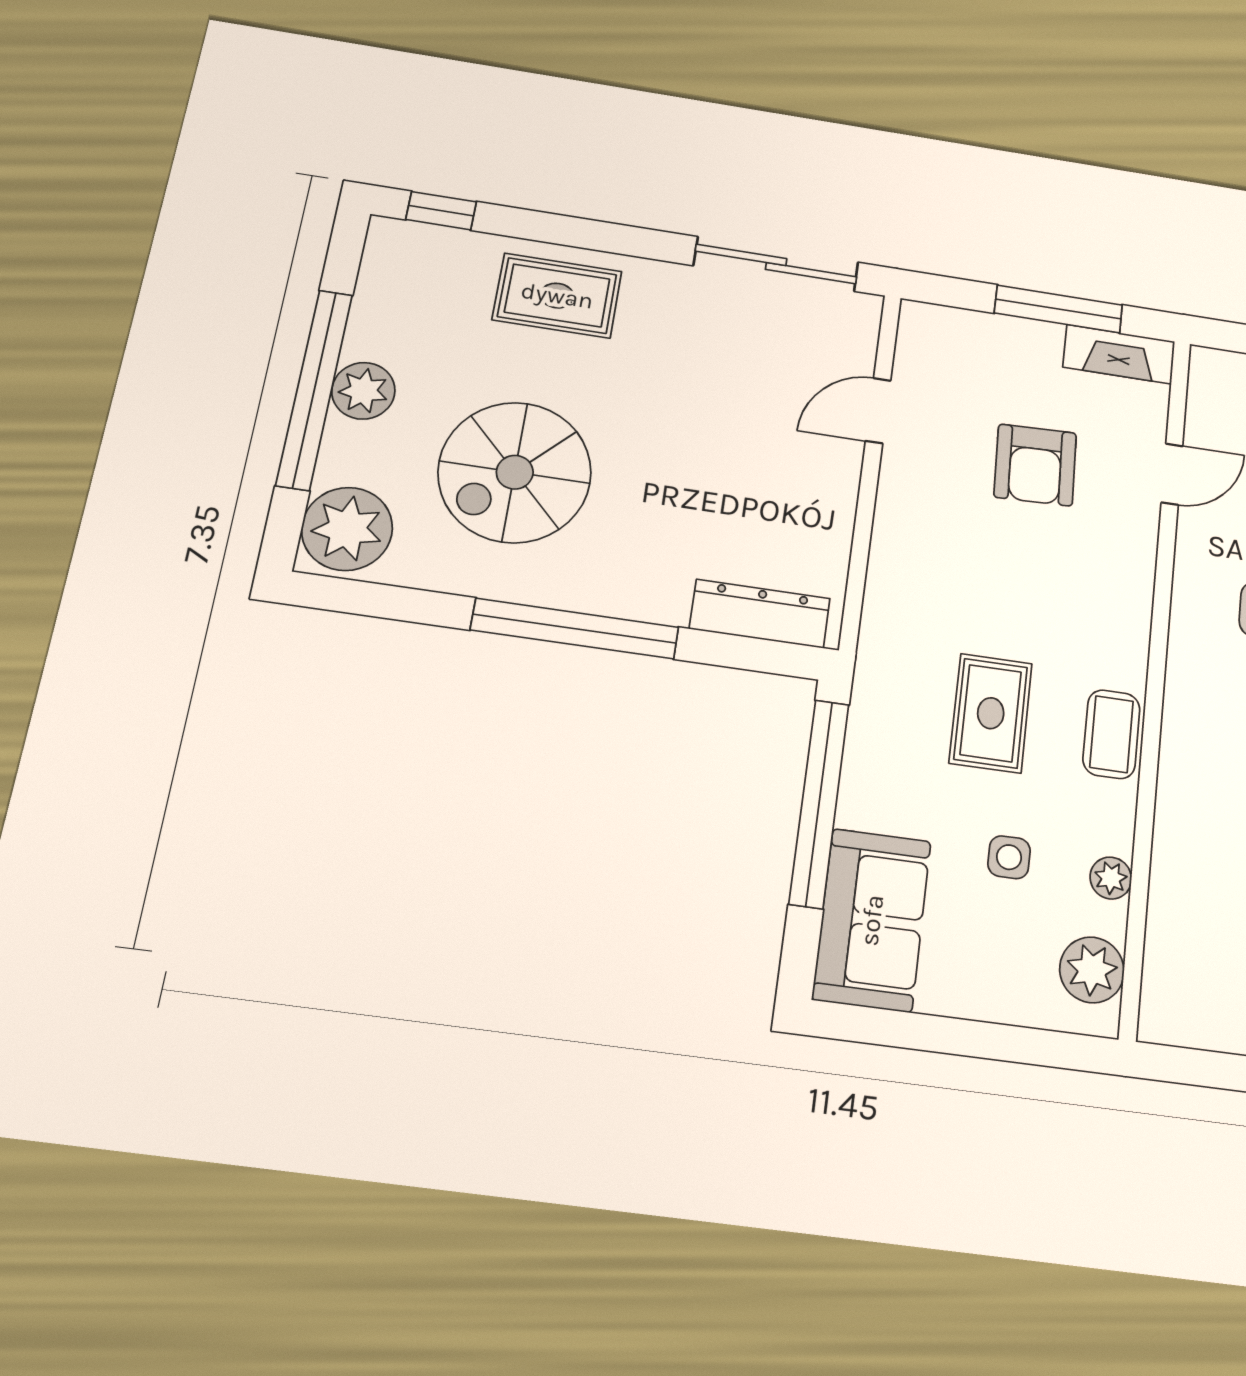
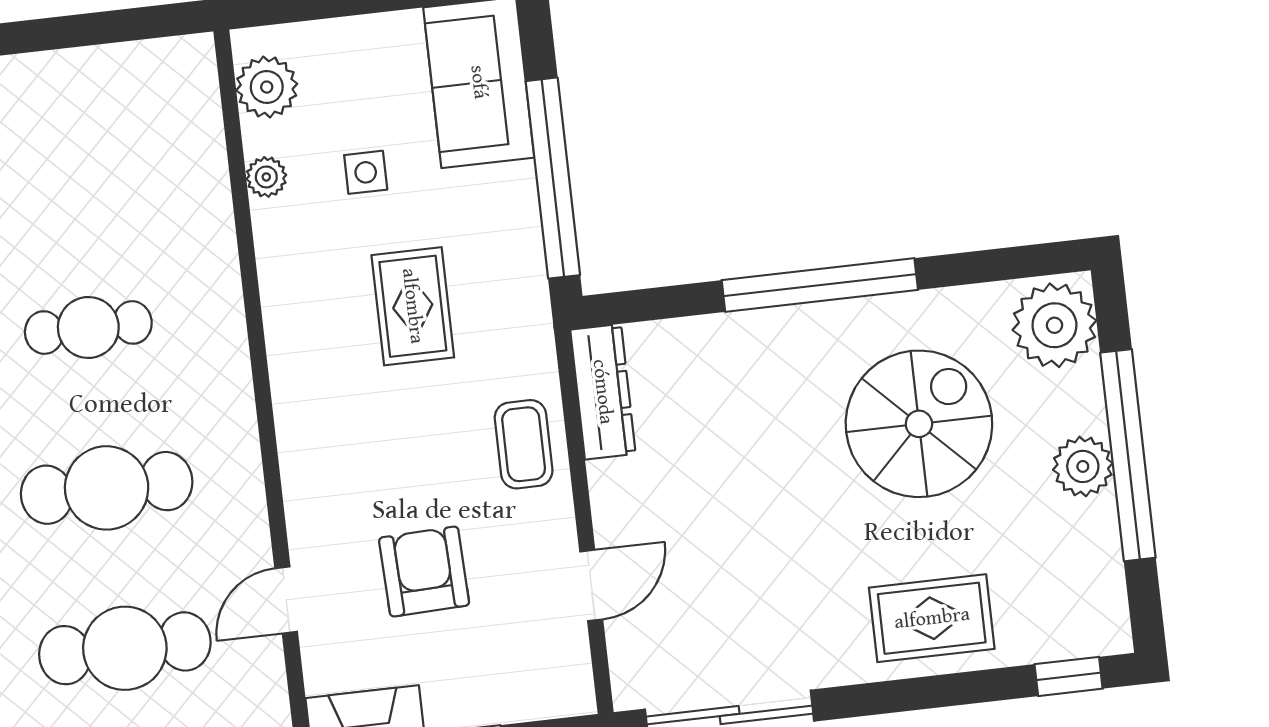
dresser: (760, 614) -> (603, 392), moved, turned -90
coffee table: (1111, 734) -> (524, 444), moved

